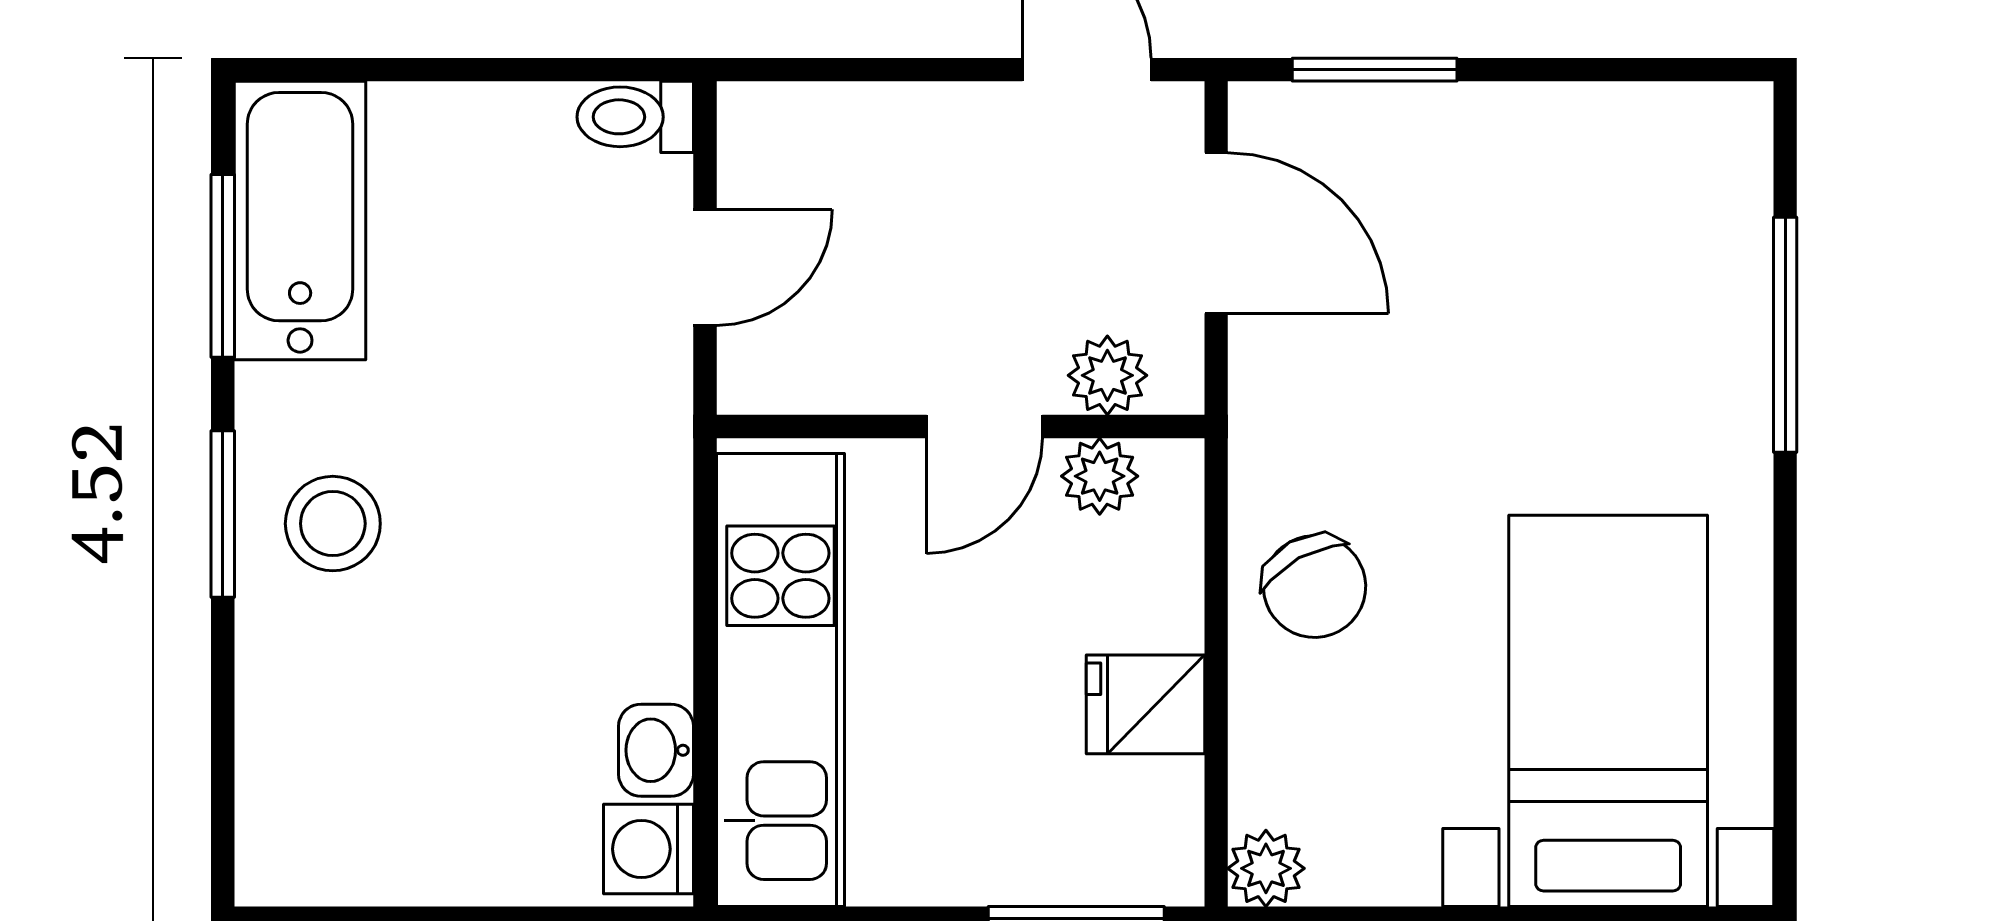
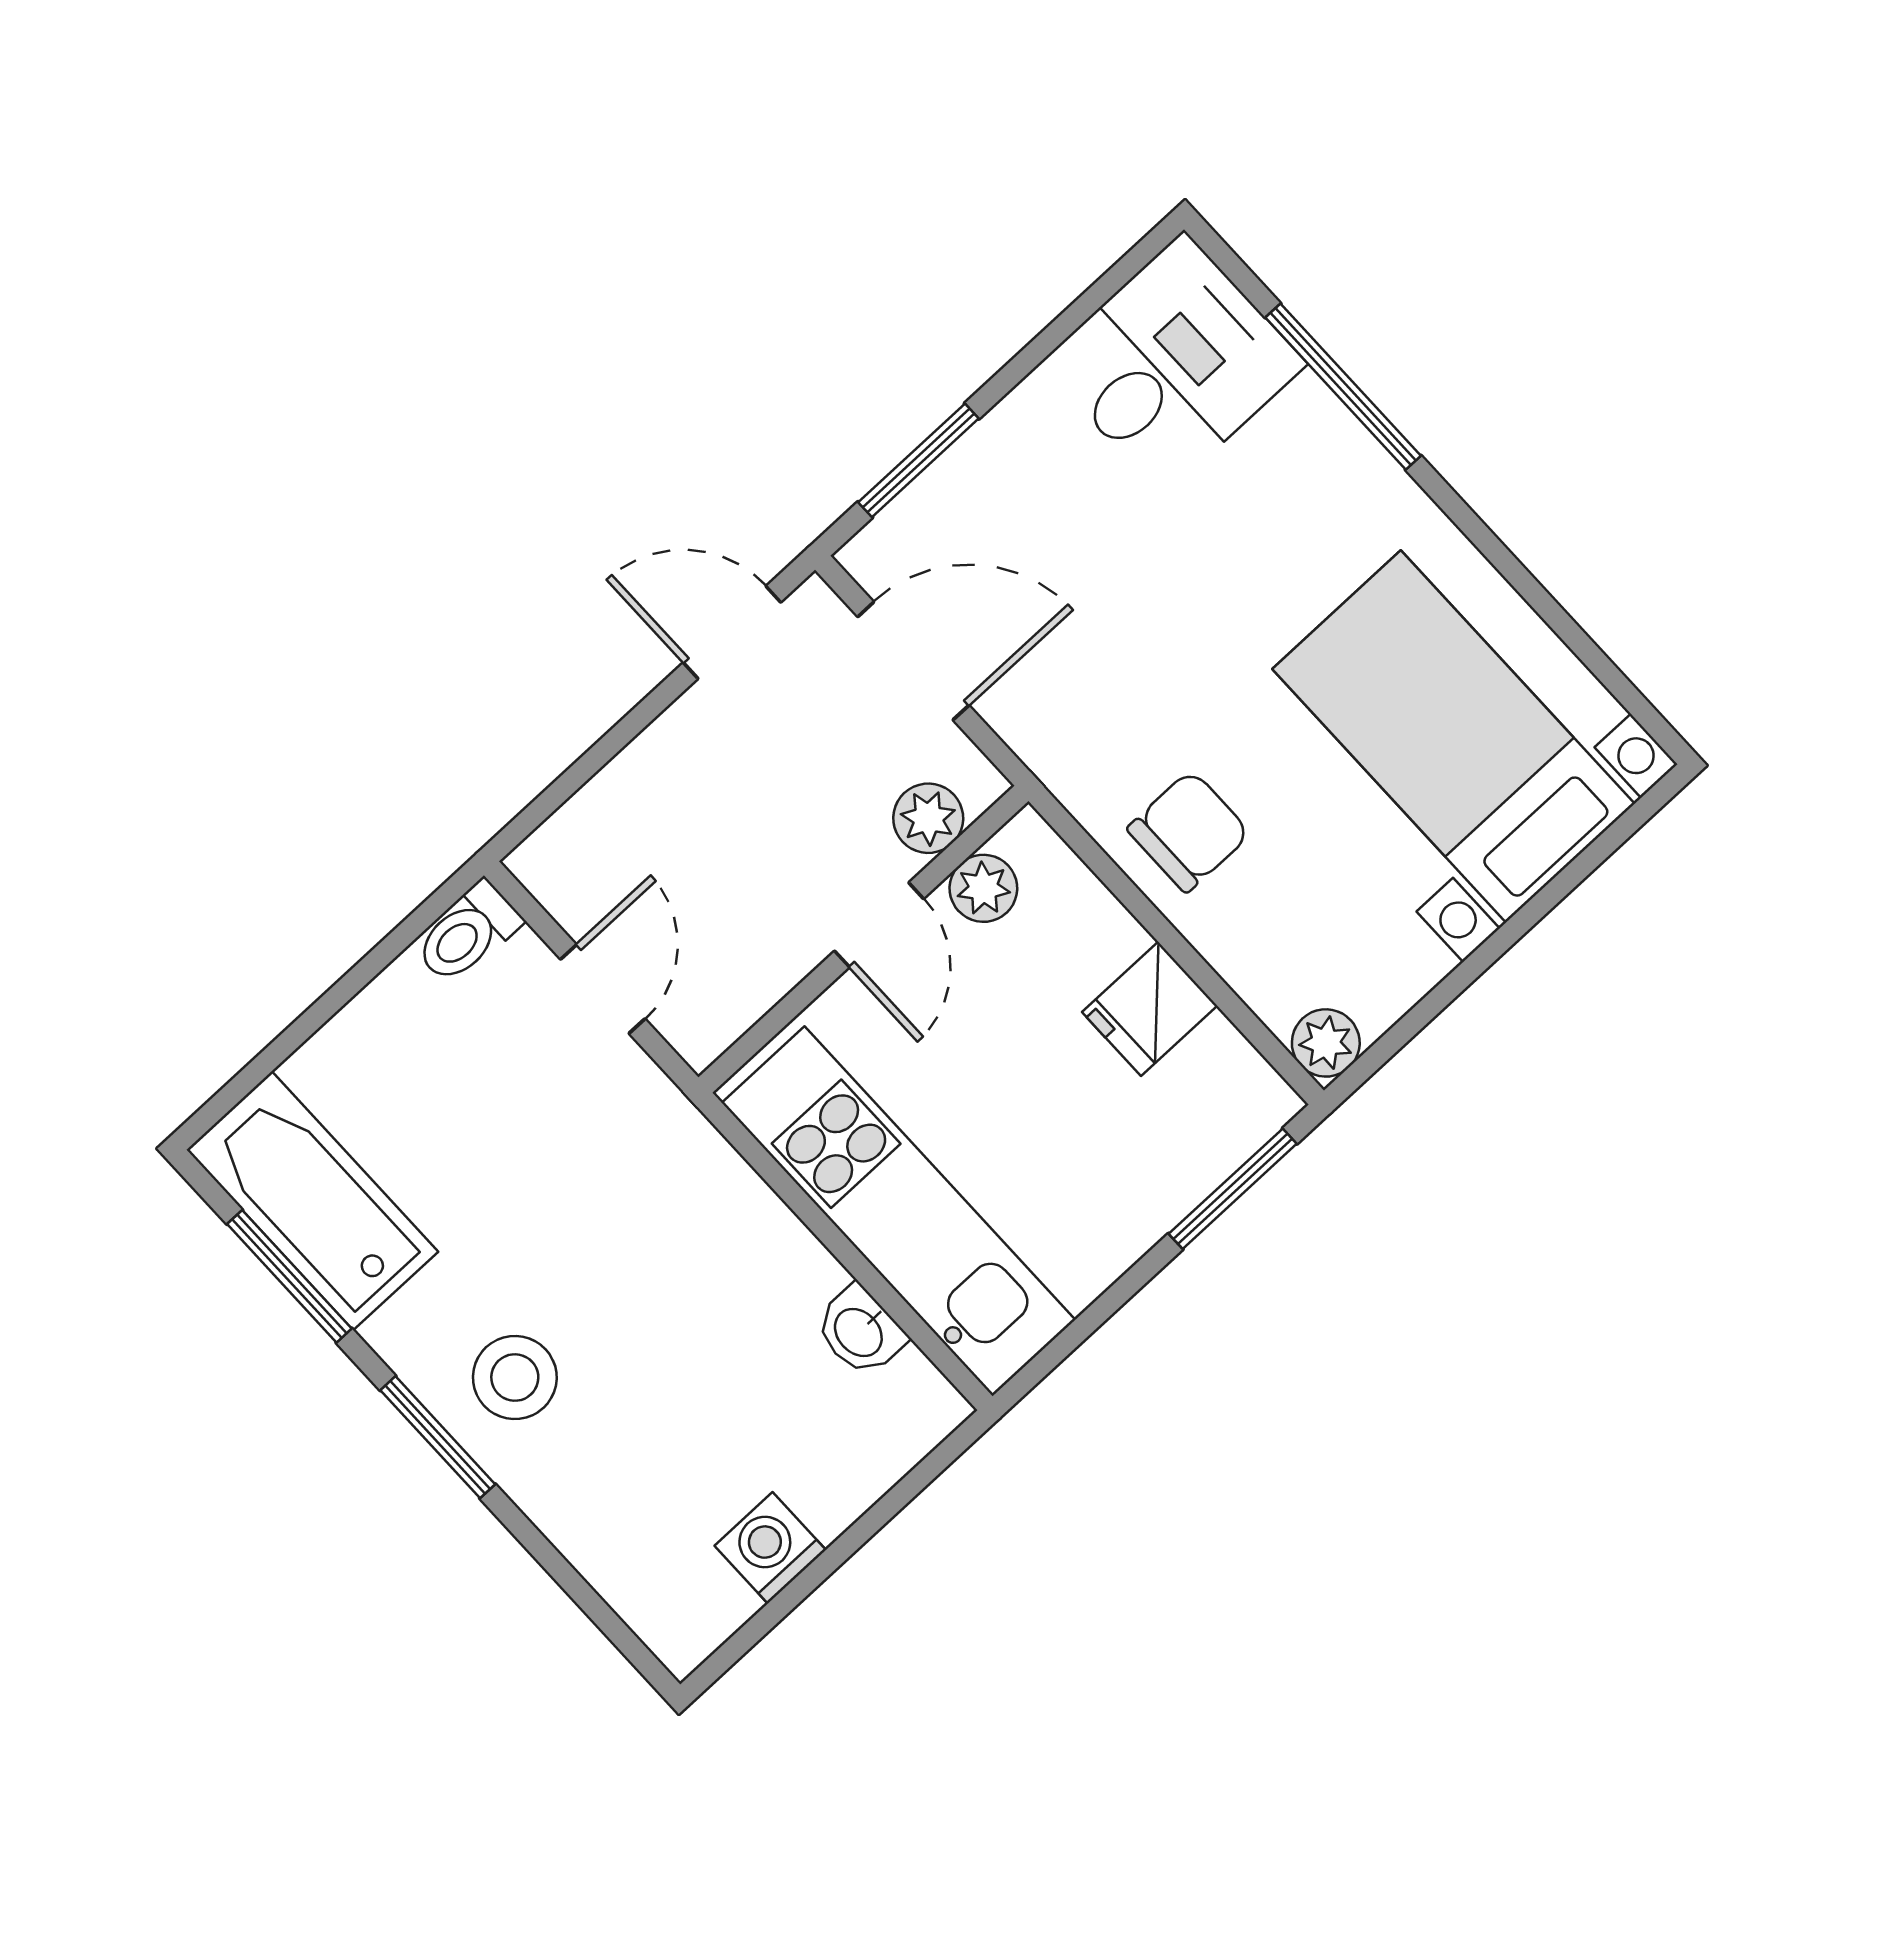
desk: (1661, 185) -> (1173, 364), added
chair: (1315, 587) -> (1189, 831), turned -61
washing machine: (649, 849) -> (770, 1548), moved, turned 90

